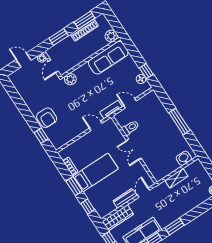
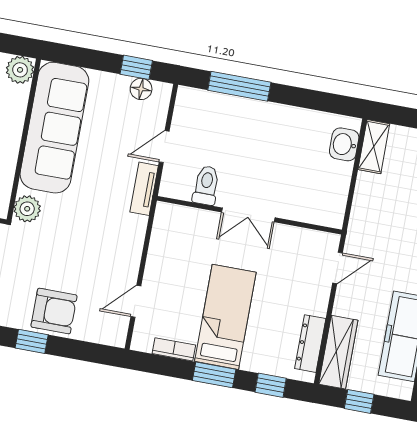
sofa: (108, 58) -> (54, 128), width x1.36, depth x1.27
window: (179, 122) -> (239, 86), moved
door: (96, 126) -> (136, 301), moved
window: (41, 136) -> (32, 341), moved
shelving: (176, 178) -> (374, 147), moved
door: (144, 193) -> (337, 268), swing flipped
dresser: (125, 198) -> (310, 344), moved

